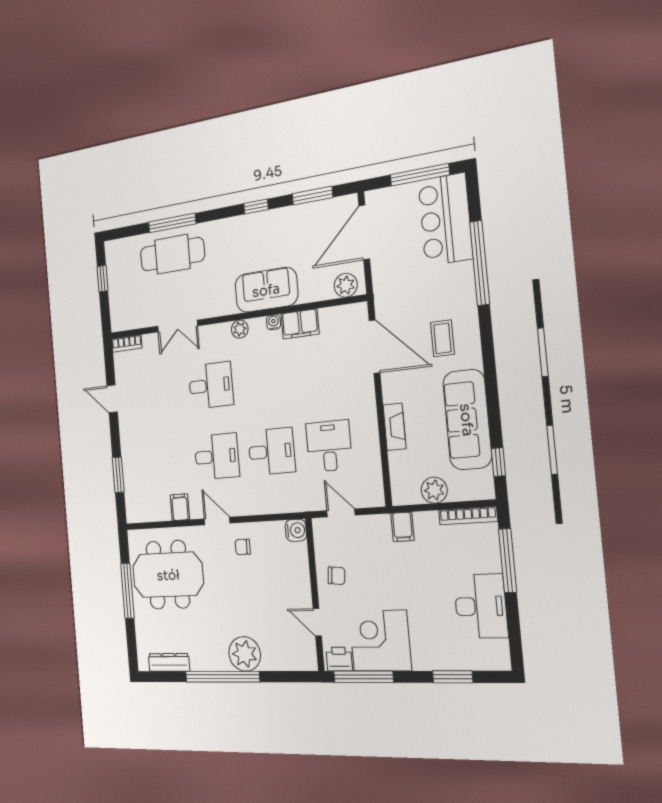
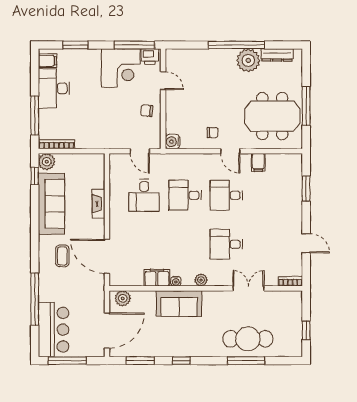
plant: (434, 490) -> (47, 162), moved
filing cabinet: (402, 527) -> (48, 61), moved, turned 90
plant: (245, 654) -> (248, 60), moved

